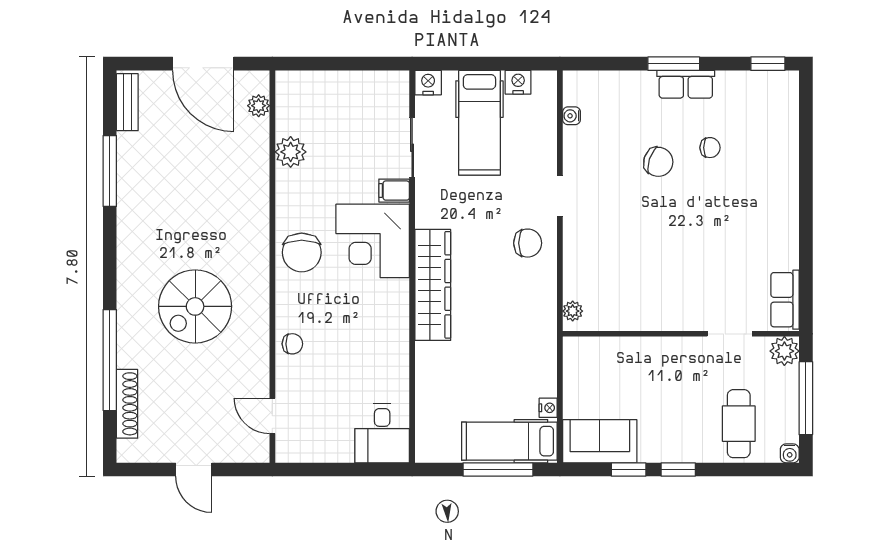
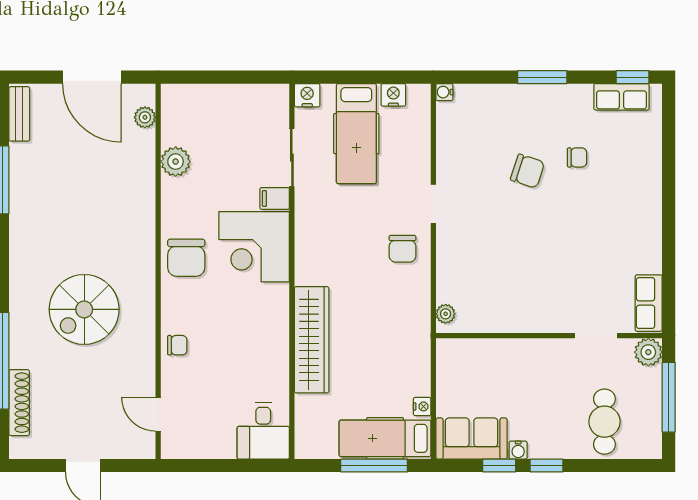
row of seats: (686, 84) -> (622, 97), moved
water cooler: (571, 116) -> (444, 92), moved
chair: (528, 243) -> (402, 249), turned 90
wardrobe: (433, 285) -> (312, 340), moved
water cooler: (790, 453) -> (518, 450), moved

